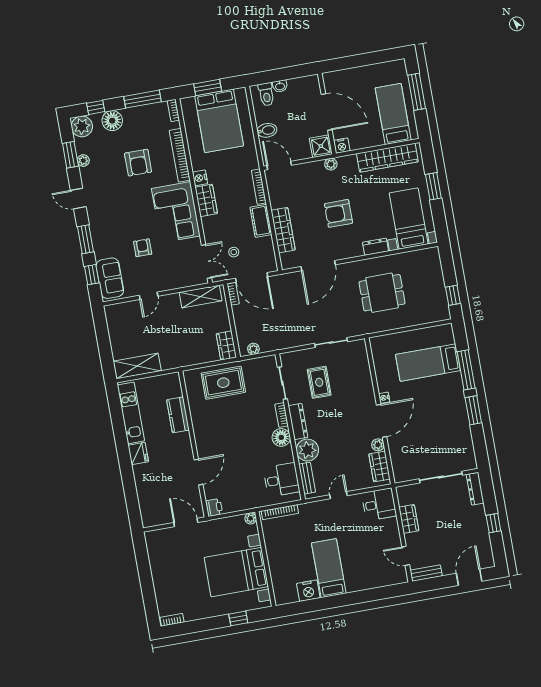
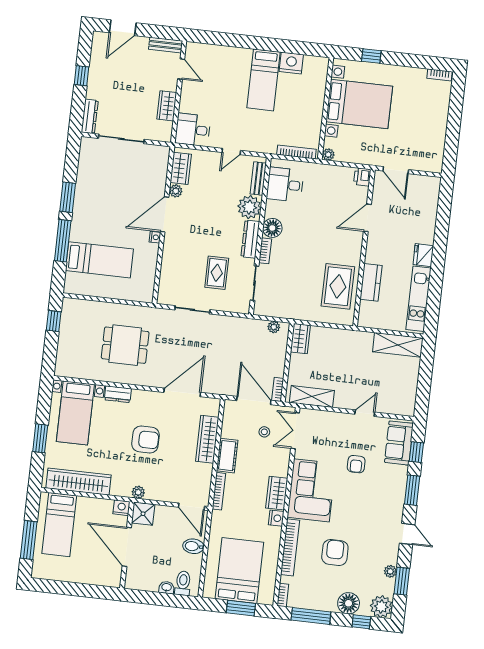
rug: (223, 383) -> (338, 286), moved, turned 90

